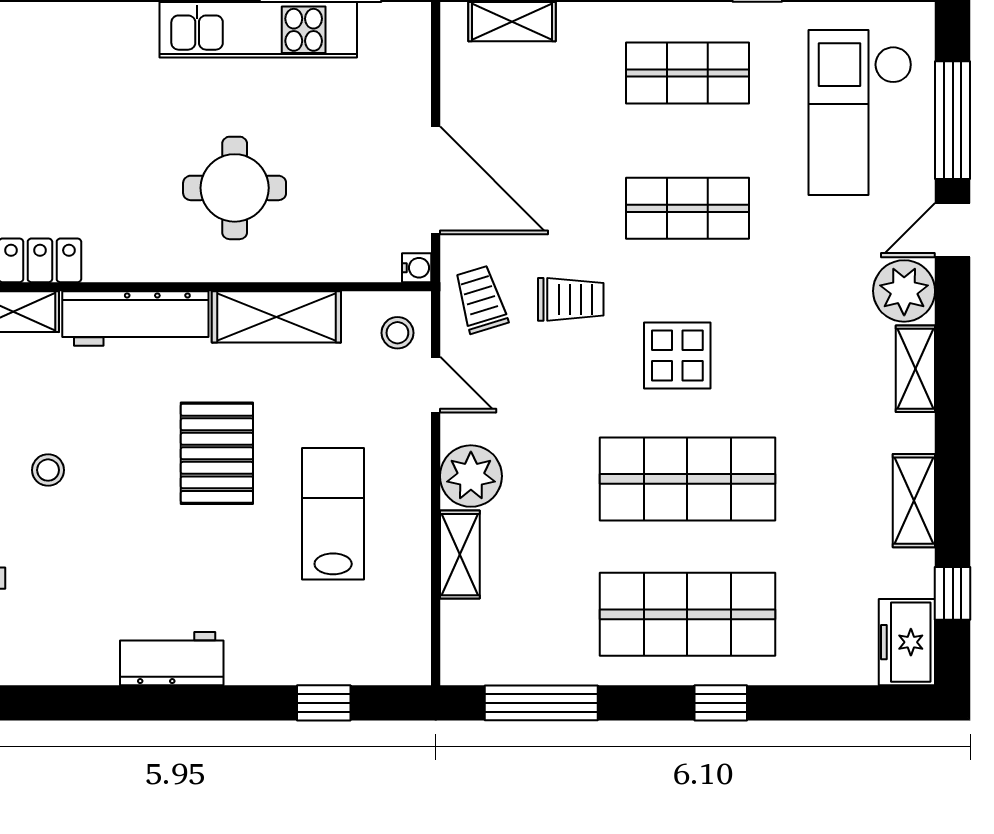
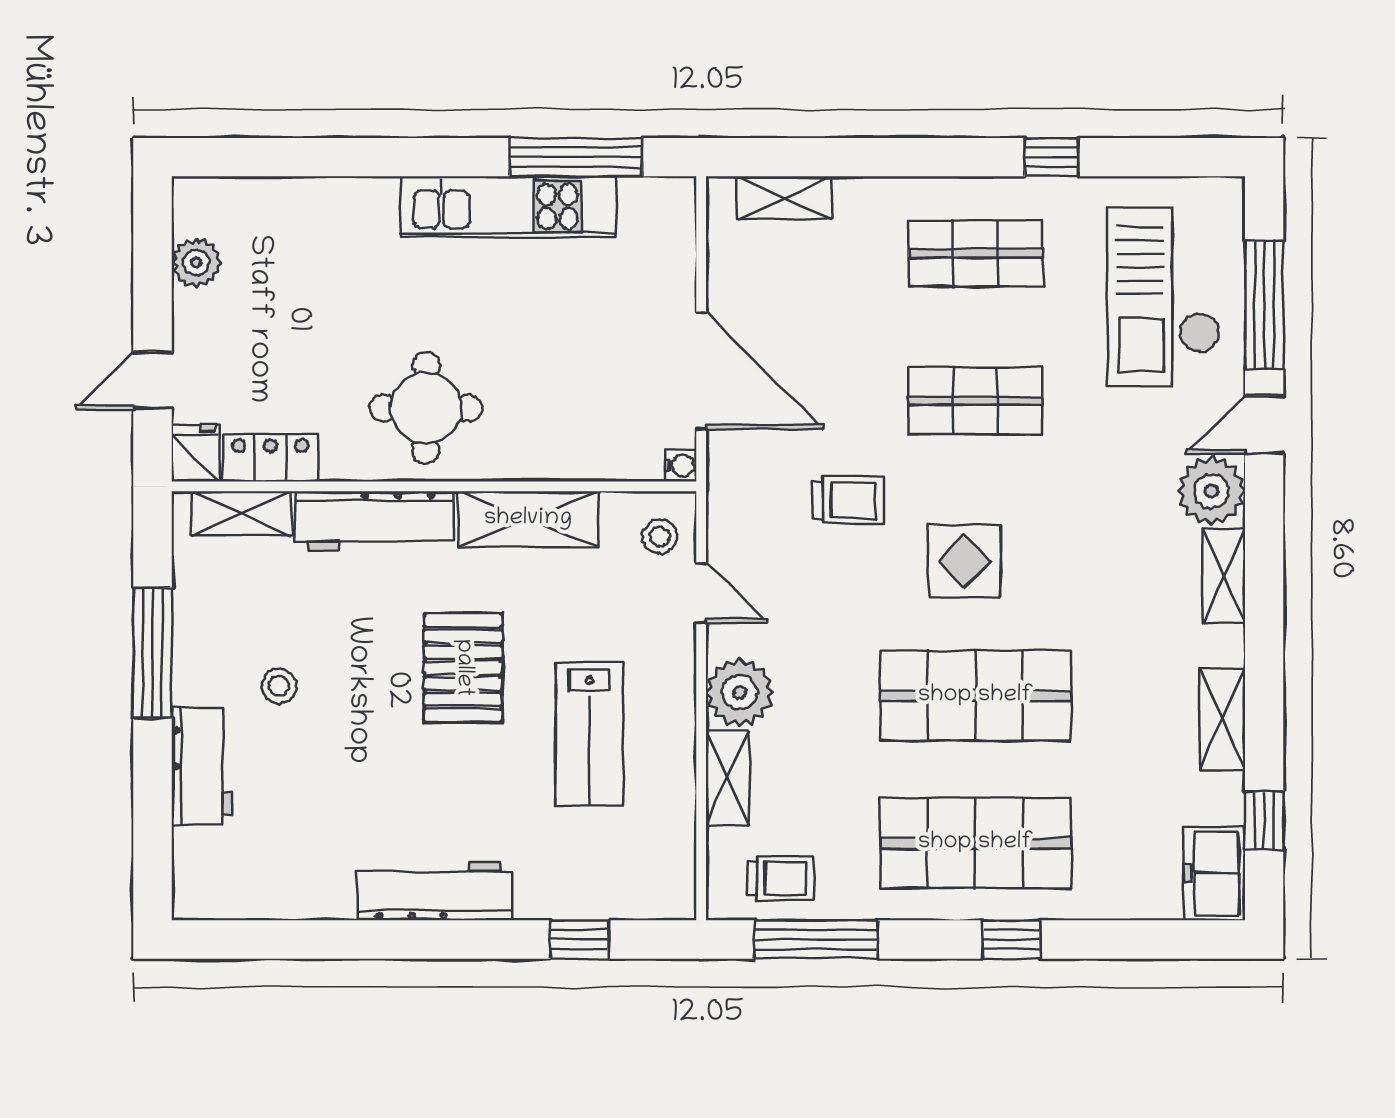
round table: (235, 188) -> (426, 408), moved
trolley: (481, 299) -> (781, 878), moved, turned 107
lab bench: (333, 514) -> (589, 734), turned 180
workbench: (172, 659) -> (435, 891), width x1.38

